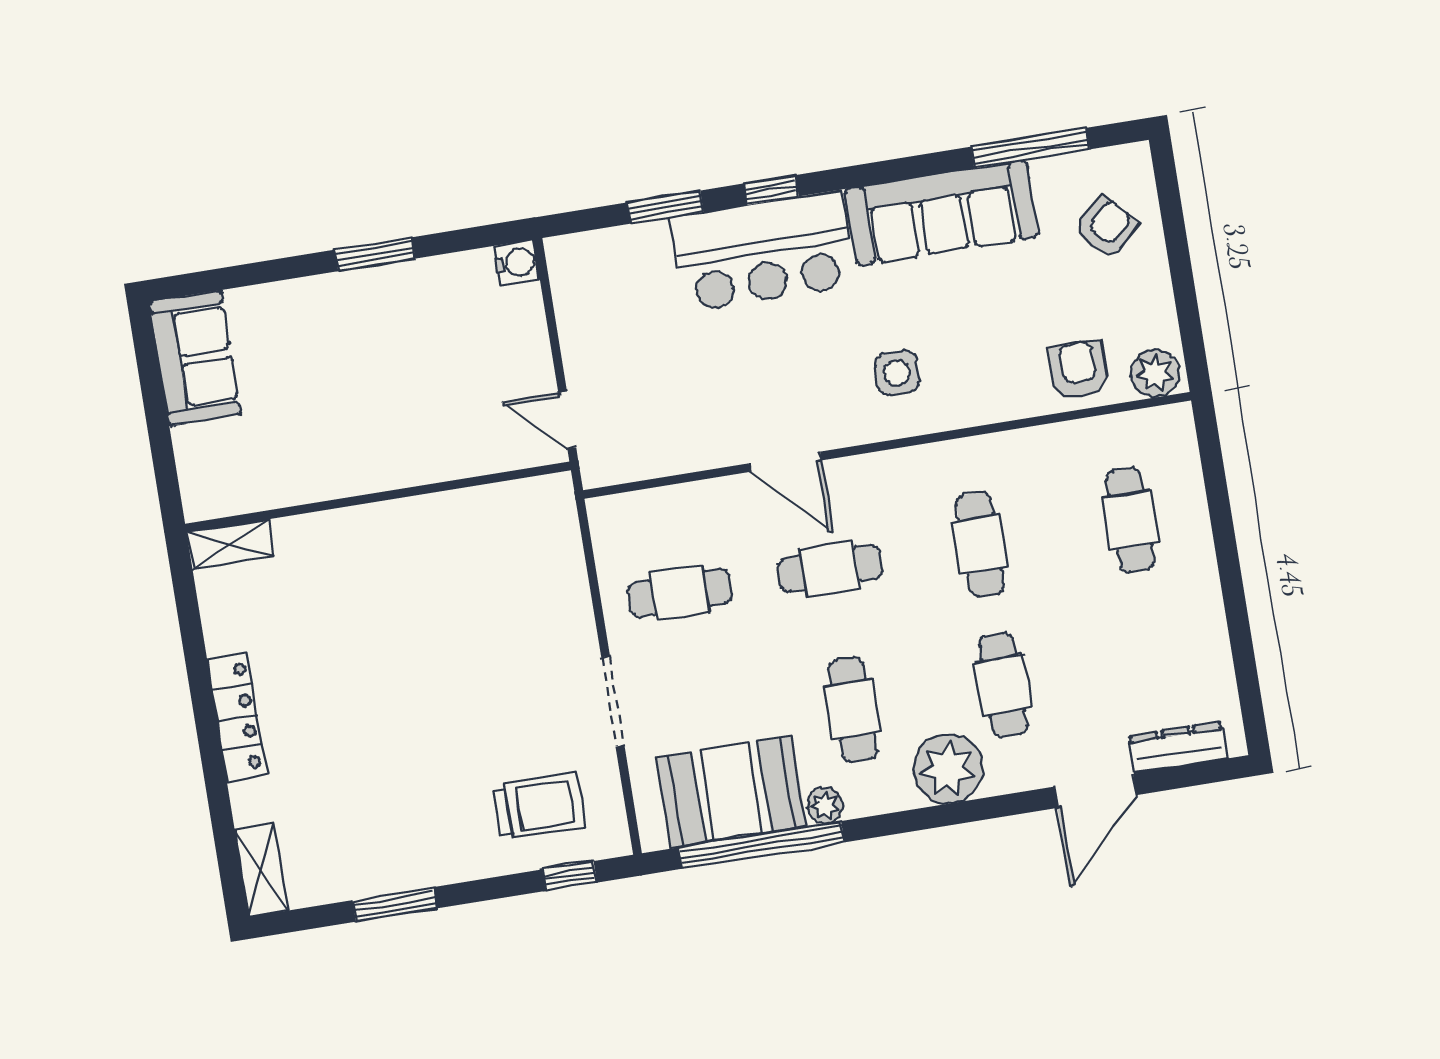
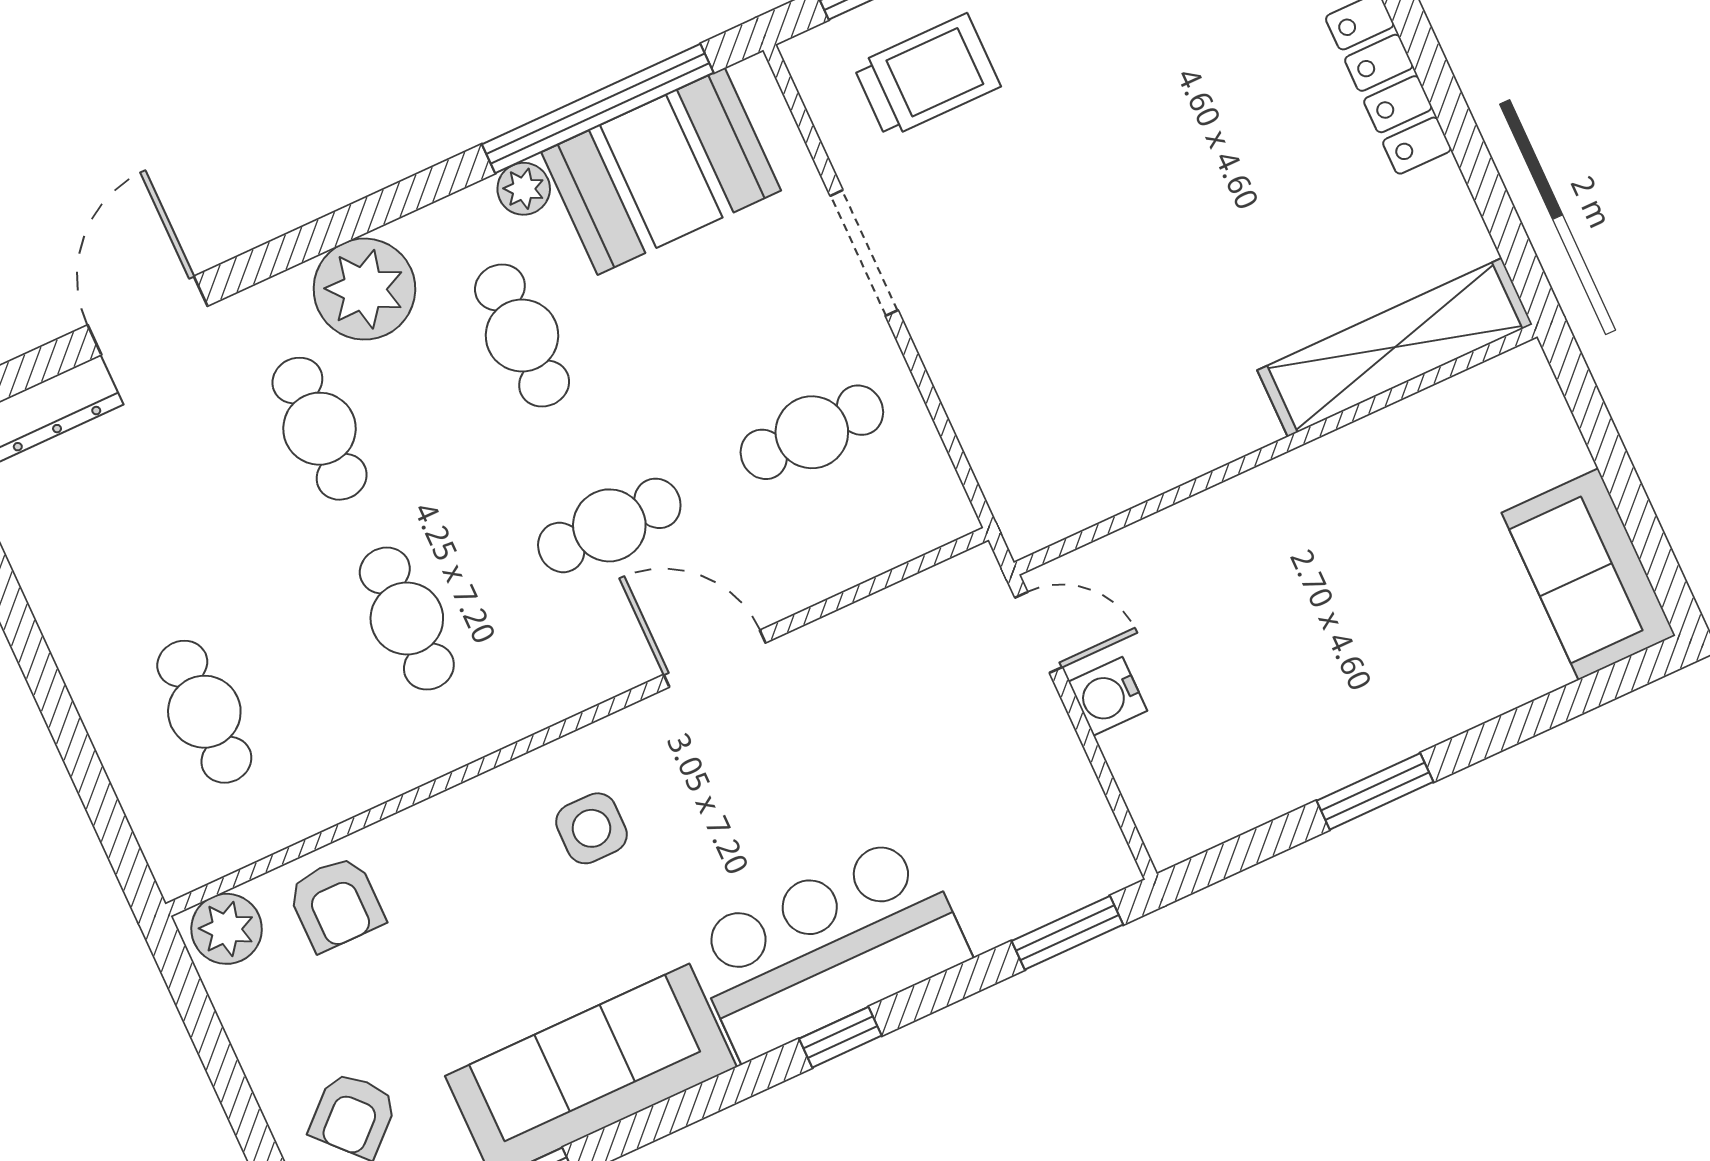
window: (665, 207) -> (1067, 933), moved
water cooler: (517, 263) -> (1108, 696), moved
shelving: (231, 544) -> (1395, 347), width x2.20, depth x1.33
trolley: (539, 806) -> (927, 76), turned 180

